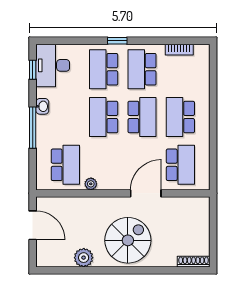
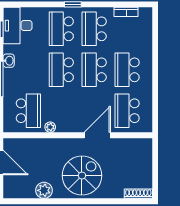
school desk: (142, 117) -> (94, 70), turned 180
school desk: (180, 165) -> (127, 111), turned 180

